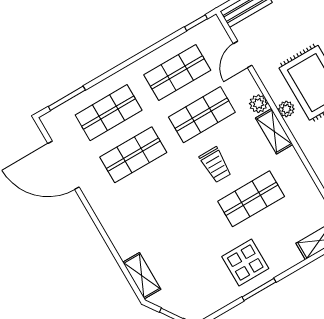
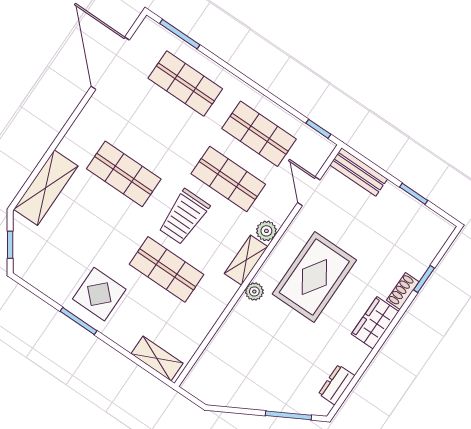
door: (243, 54) -> (309, 191), hinge flipped
plant: (286, 109) -> (254, 291), moved
shop shelf: (133, 155) -> (124, 174), moved
trolley: (215, 165) -> (184, 217), width x1.36, depth x1.39
shelving: (142, 276) -> (46, 188), width x1.50, depth x1.33

